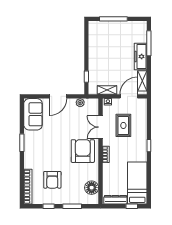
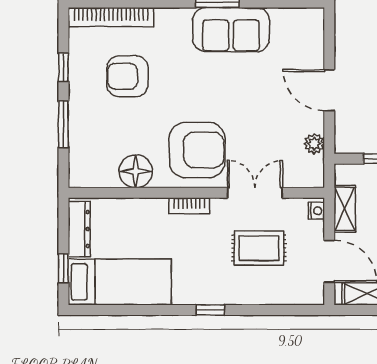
sofa: (33, 114) -> (231, 30), moved
floor lamp: (92, 188) -> (136, 171), moved

